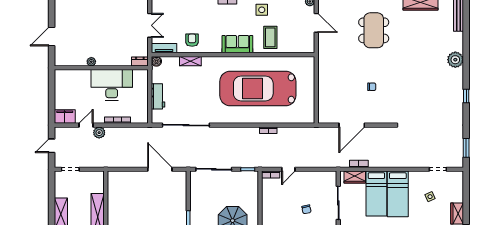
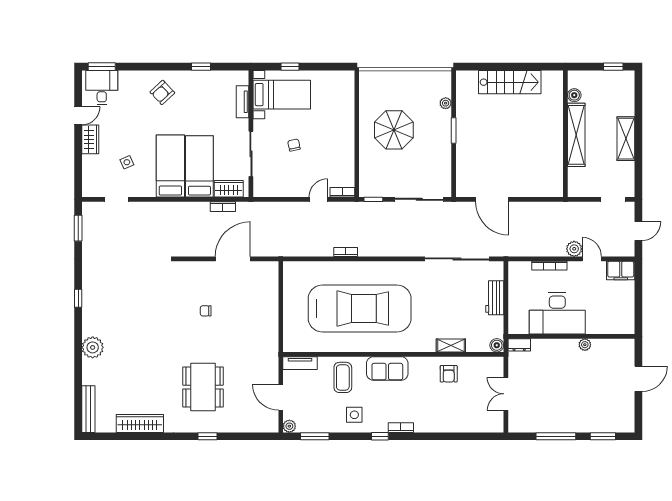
tv unit: (164, 48) -> (300, 363), moved
door: (86, 125) -> (592, 259), swing flipped

